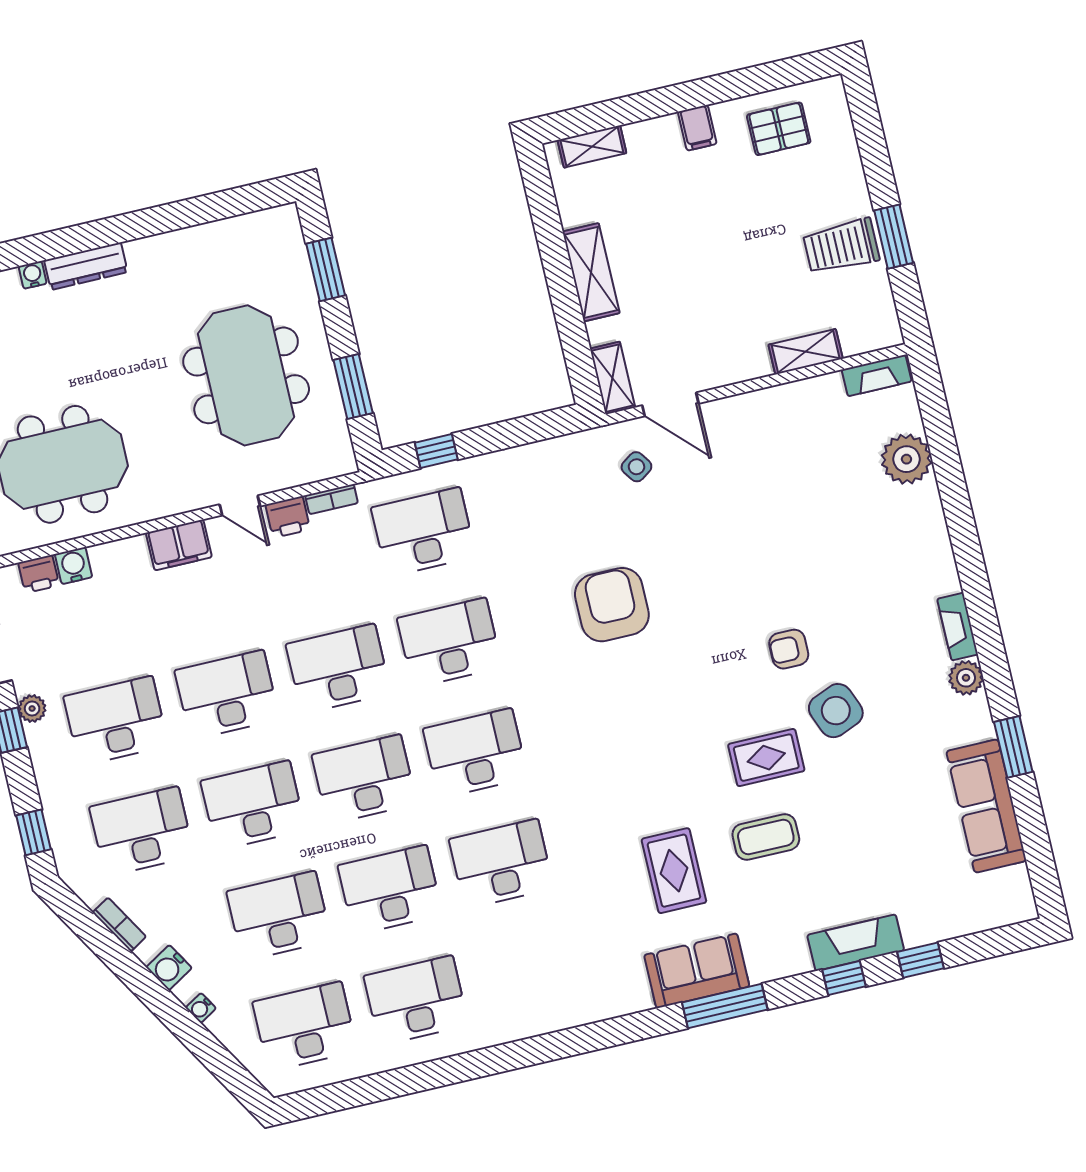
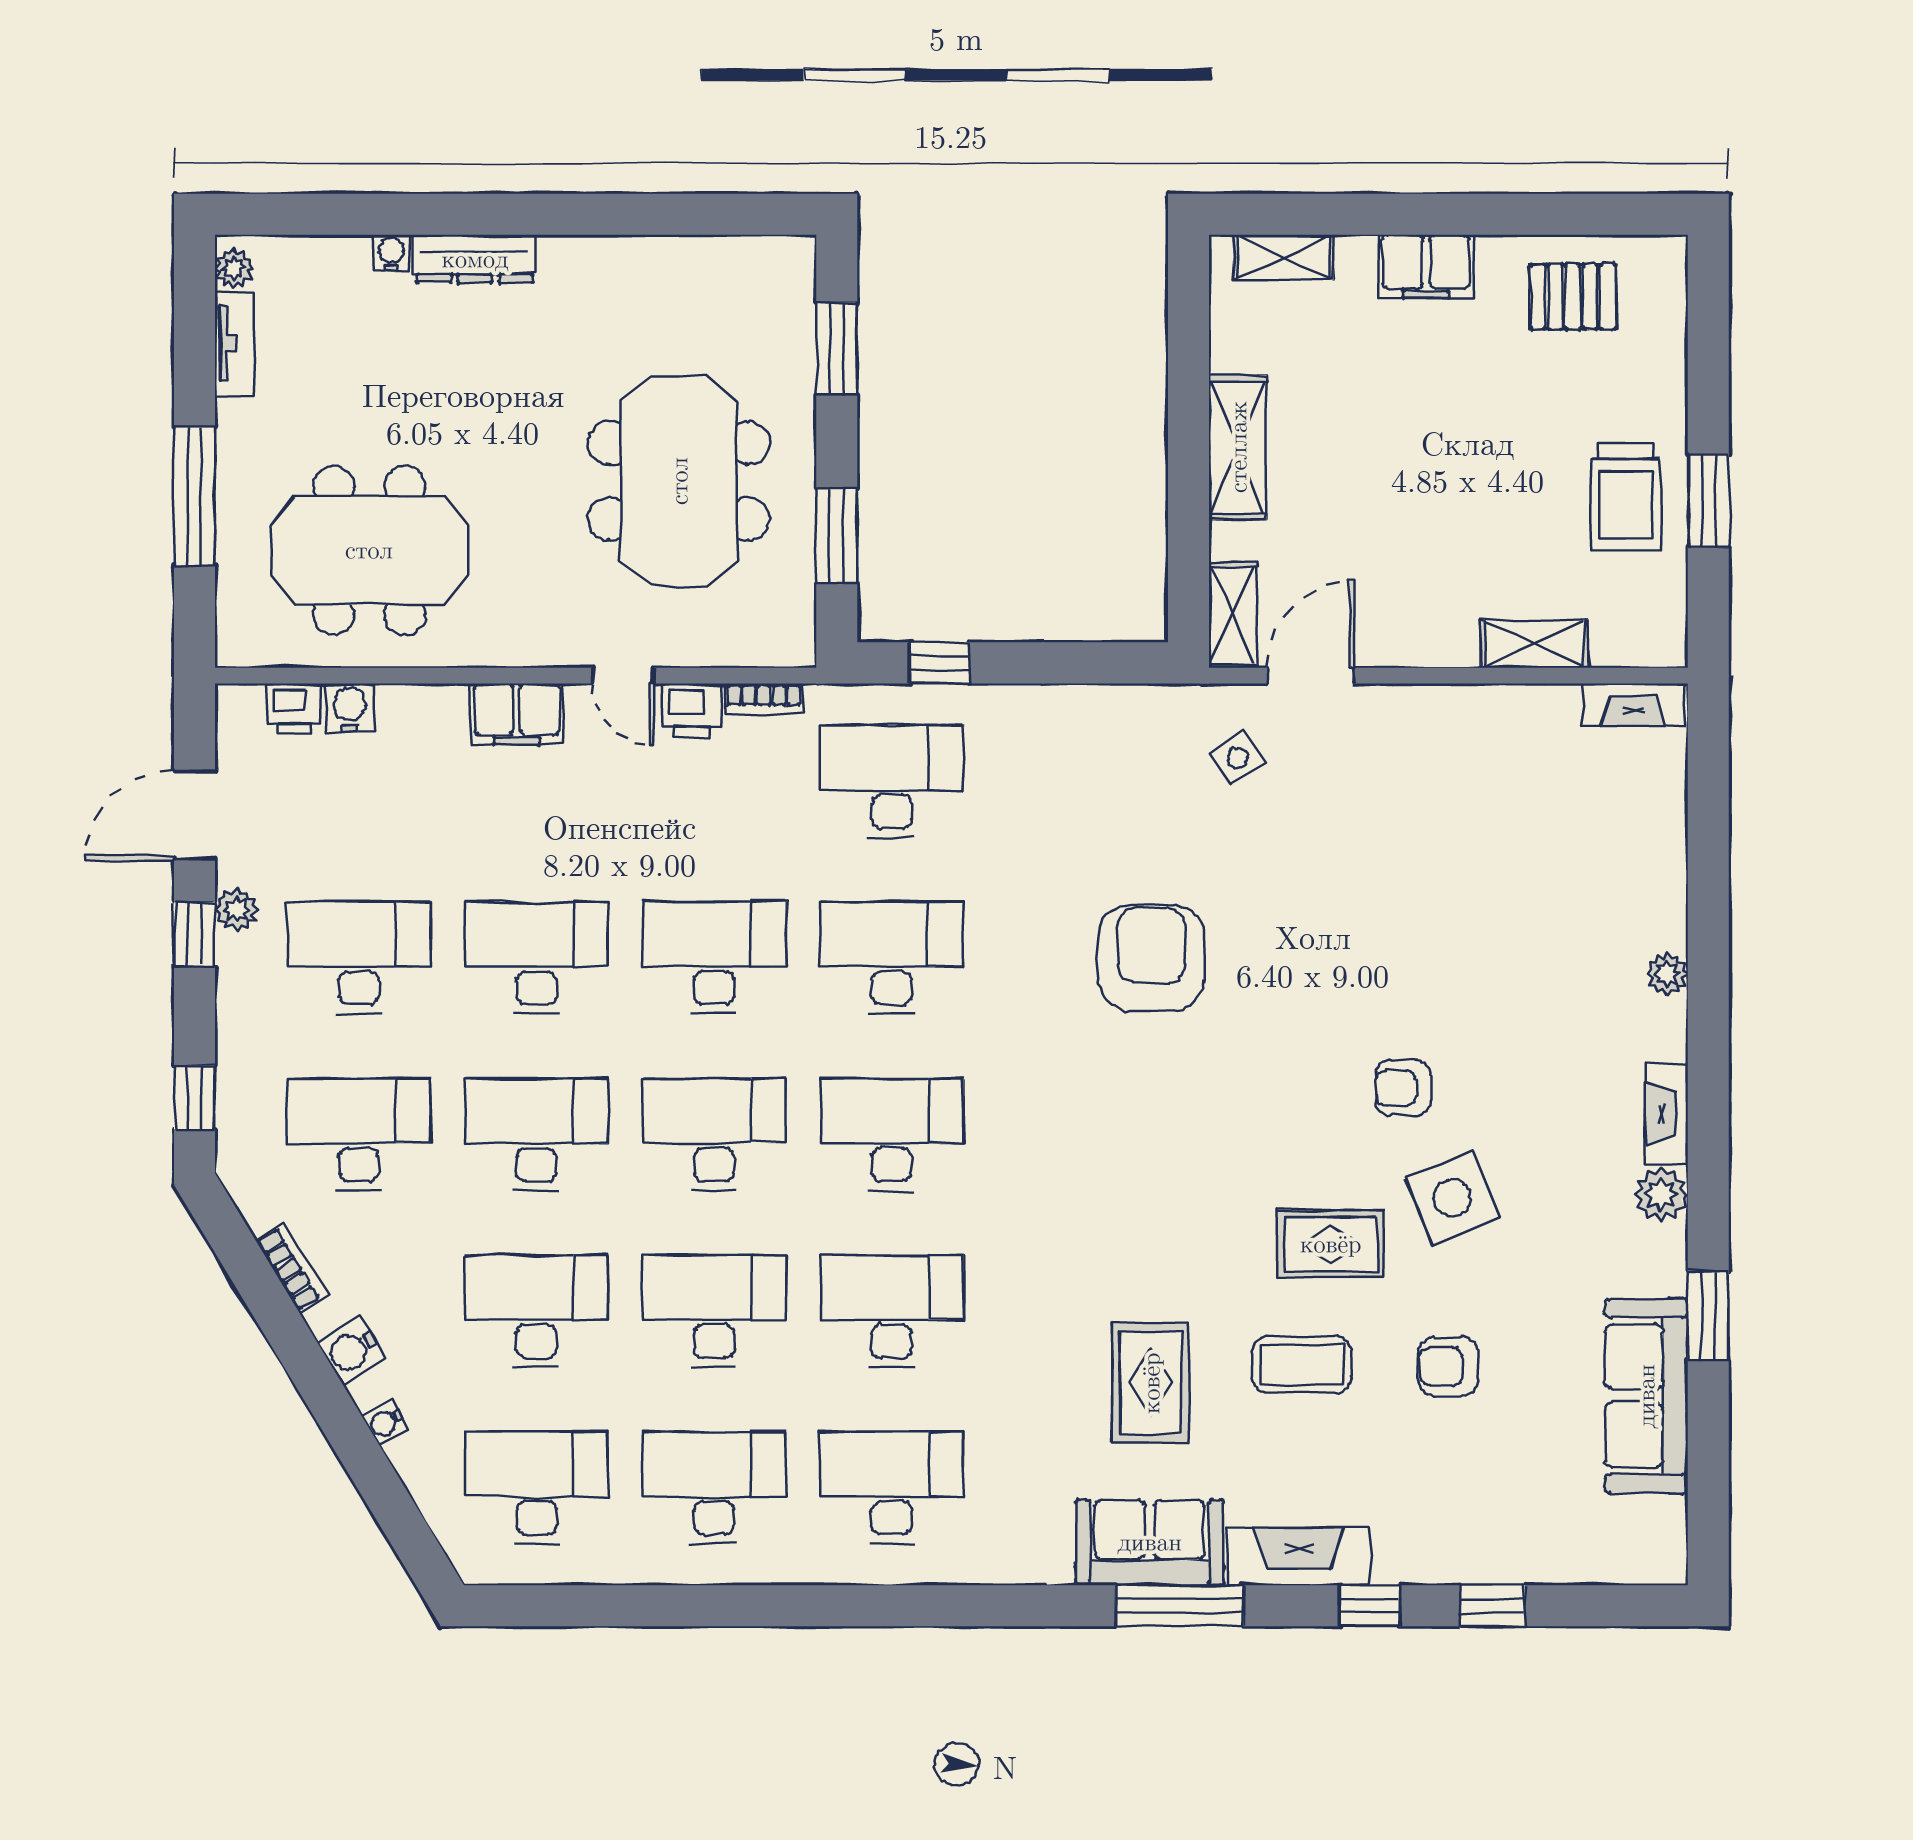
filing cabinet: (697, 128) -> (1426, 266), width x2.00
trolley: (841, 246) -> (1626, 497), turned -90
door: (670, 404) -> (1311, 676), swing flipped
plant: (906, 459) -> (1667, 974), moved, width x0.53, depth x0.53
armchair: (858, 817) -> (1448, 1366), added
fireplace: (856, 943) -> (1299, 1556), moved
desk: (527, 974) -> (892, 1488), added

